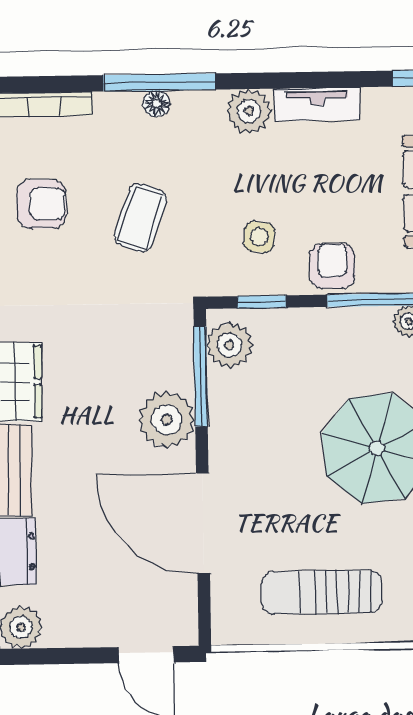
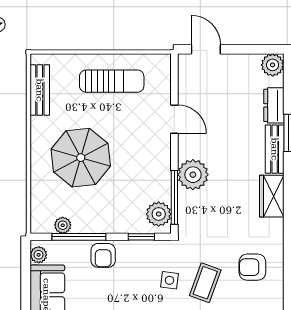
armchair: (41, 204) -> (252, 267), moved
side table: (259, 237) -> (169, 280), moved
door: (203, 523) -> (174, 119), width x0.53

